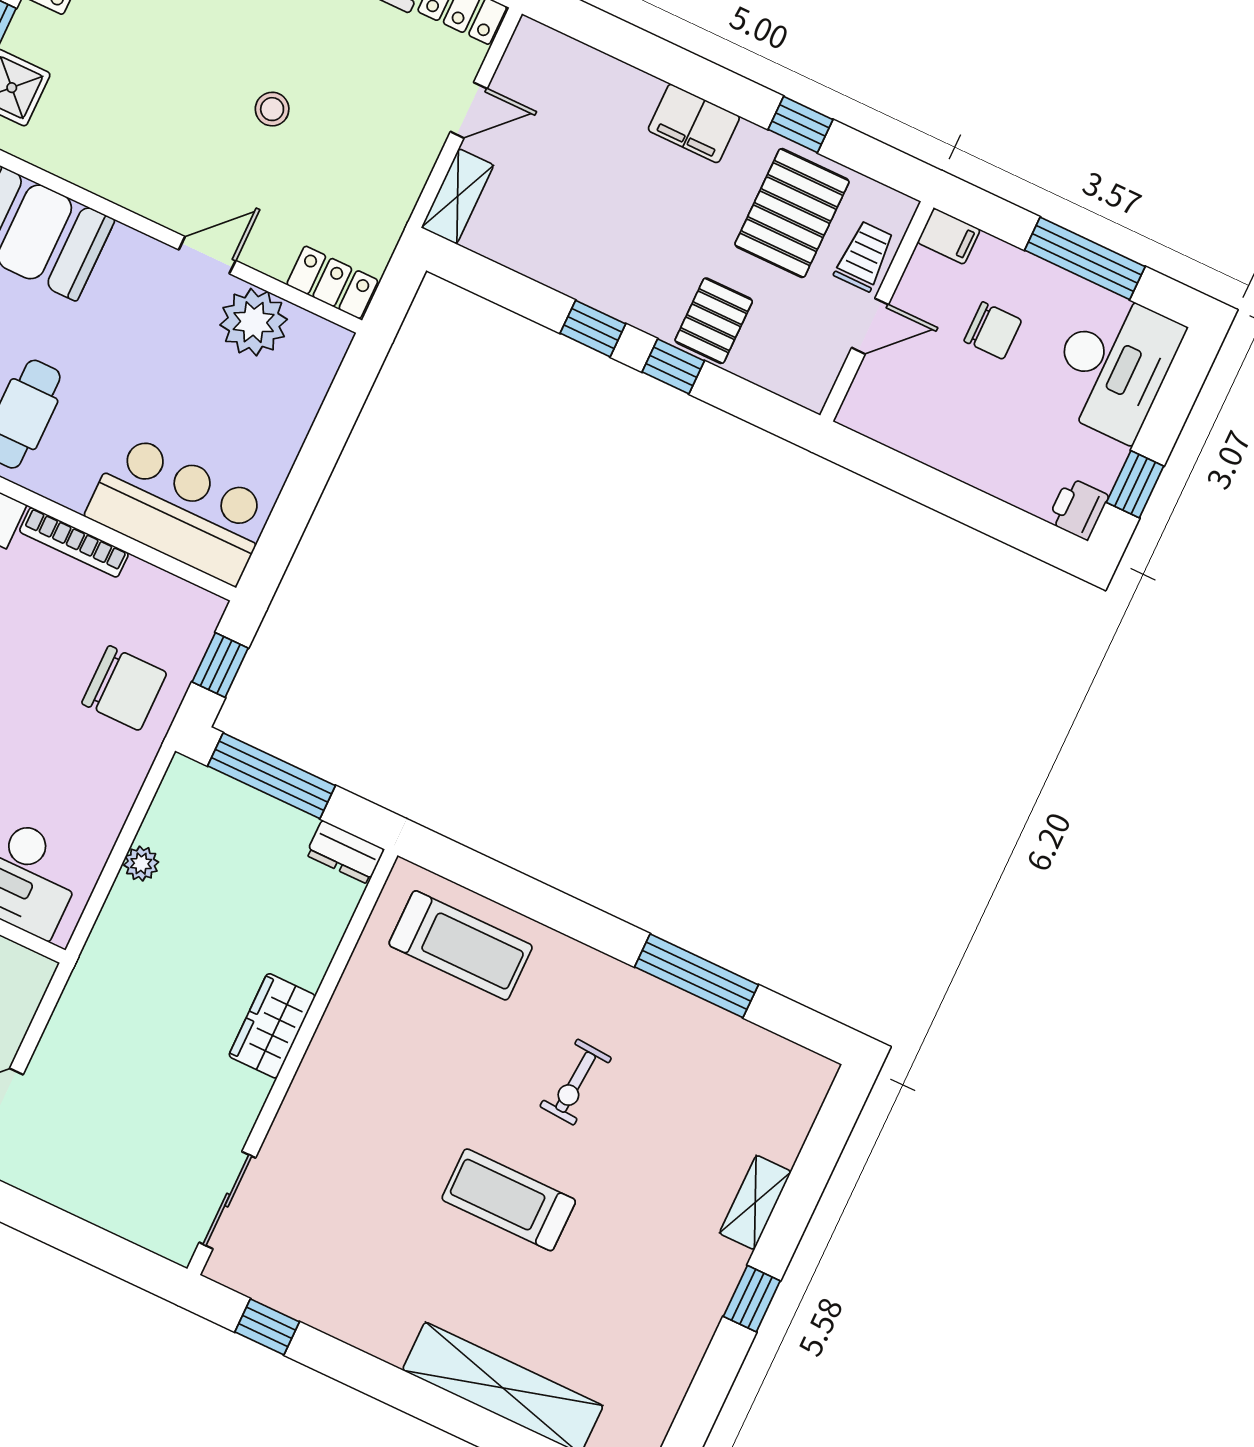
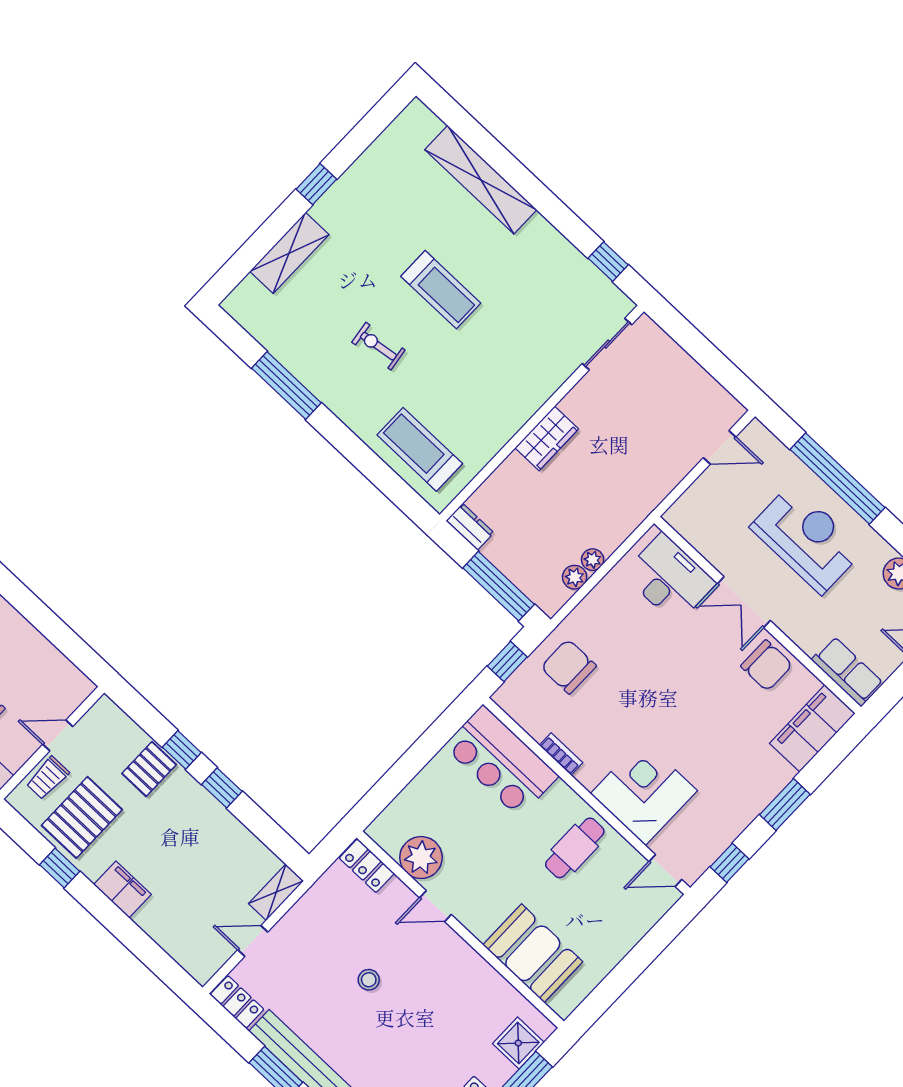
bookcase: (74, 542) -> (561, 754), width x0.64
plant: (160, 828) -> (575, 577), added
exercise bike: (576, 1082) -> (378, 346), turned -102
shelving: (755, 1202) -> (289, 253), width x1.50, depth x1.33

